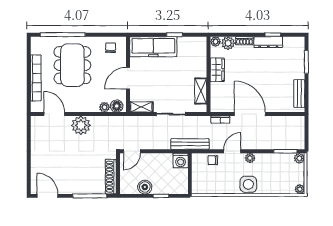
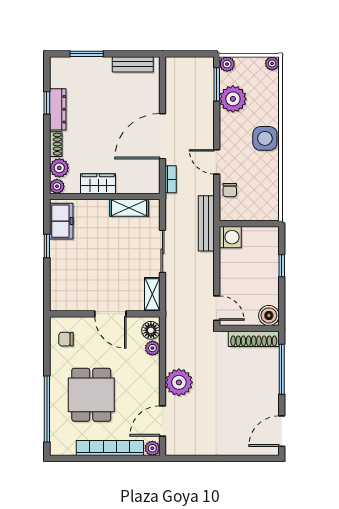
freezer: (153, 47) -> (61, 221), moved, width x0.52, depth x0.79
dining table: (72, 65) -> (91, 395), width x0.73
plant: (36, 107) -> (152, 448), added
plant: (250, 158) -> (233, 99), moved, width x1.87, depth x1.87
boiler: (145, 187) -> (269, 315), moved

